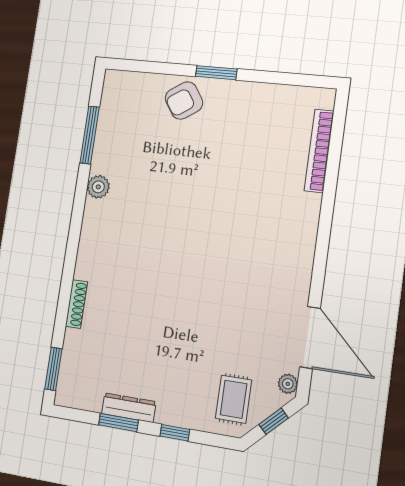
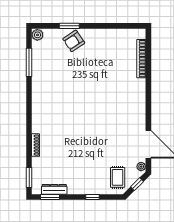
window: (216, 73) -> (69, 26), moved
plant: (98, 187) -> (37, 35), moved
dresser: (129, 408) -> (54, 189), moved
window: (119, 423) -> (50, 197), moved

